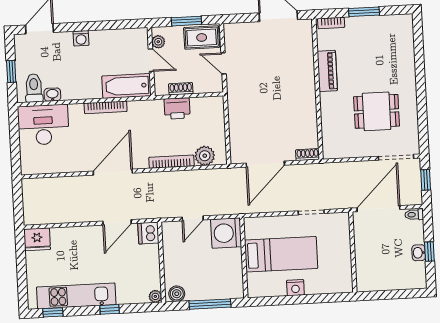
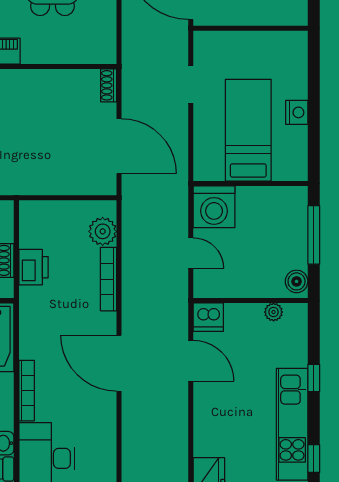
bookcase: (106, 107) -> (27, 391), moved
plant: (155, 296) -> (274, 312), moved

